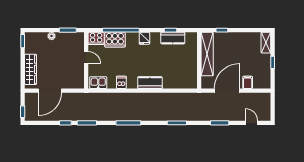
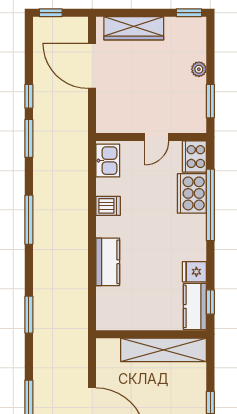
fridge: (144, 38) -> (194, 272), moved
shelving: (207, 54) -> (164, 350), moved
wall: (199, 60) -> (151, 334), moved

